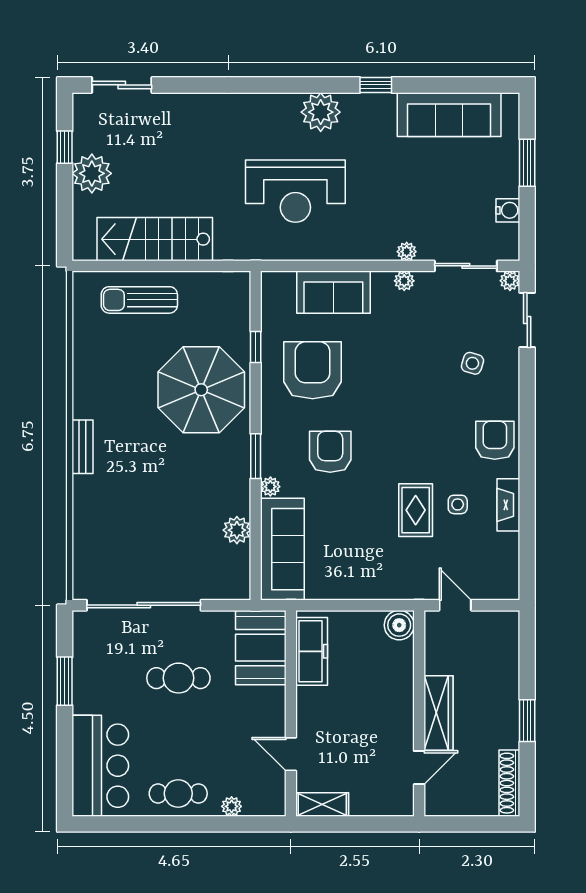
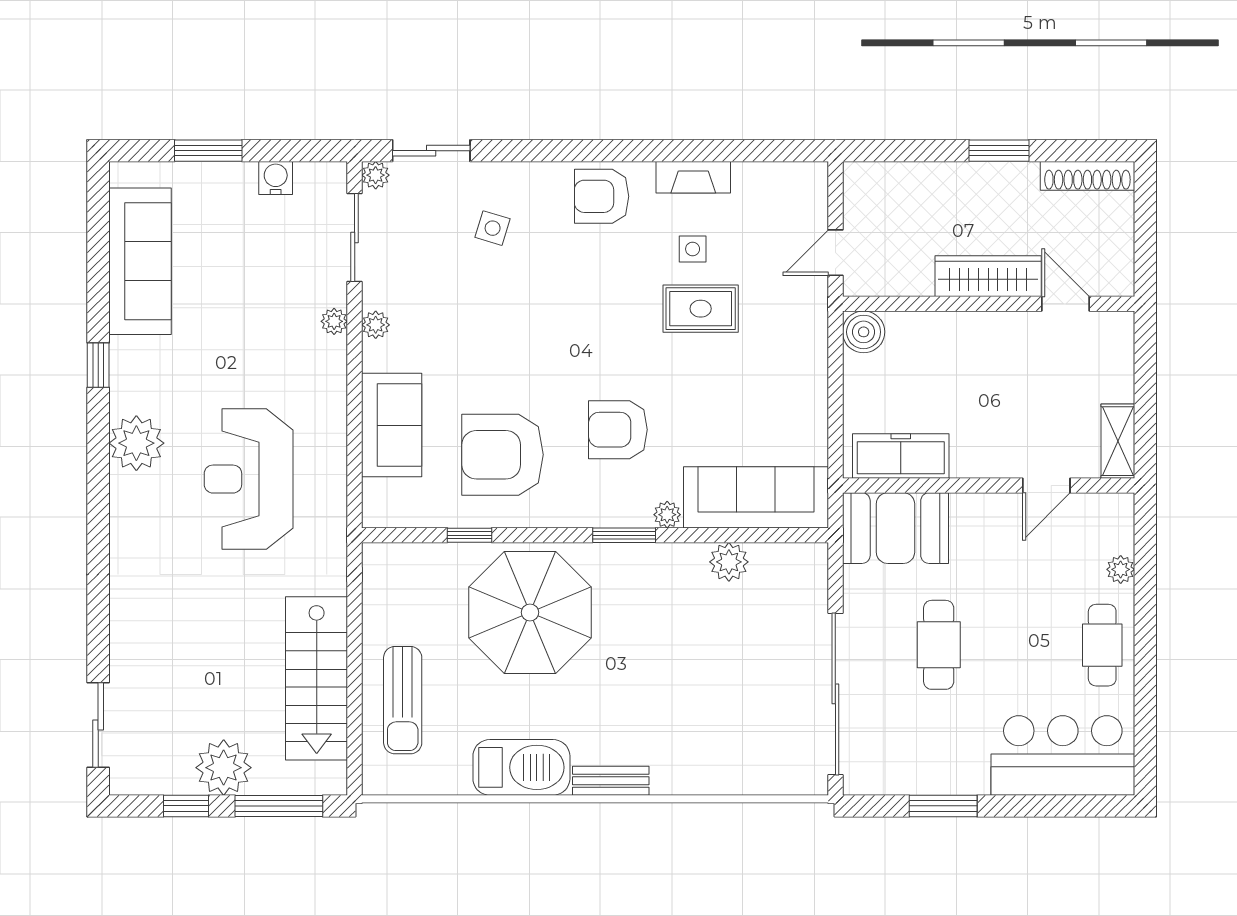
reception desk: (295, 191) -> (249, 479), turned 180
window: (65, 213) -> (279, 806), added
barbecue: (92, 384) -> (521, 767), added

